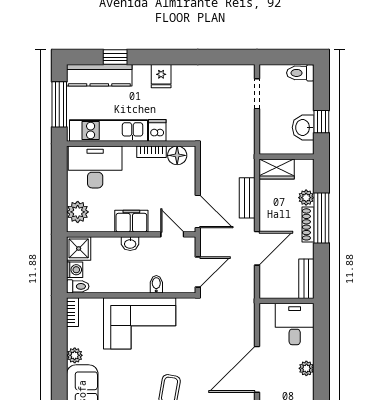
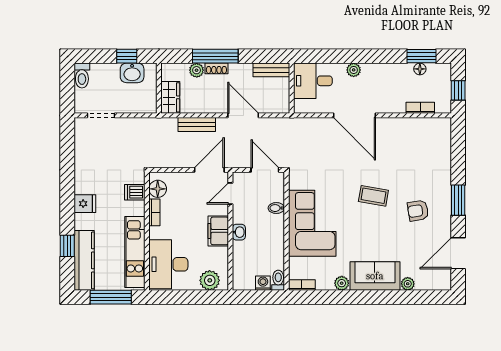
dishwasher: (157, 130) -> (135, 192), moved
shoe rack: (308, 224) -> (216, 68), width x0.70
shower: (79, 248) -> (243, 279), removed

